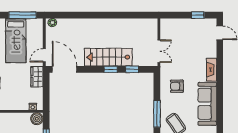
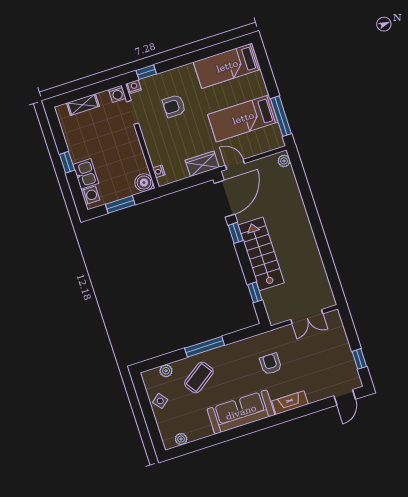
double door: (159, 51) -> (307, 317), moved
window: (111, 69) -> (236, 233), moved
armchair: (177, 86) -> (271, 364), moved

